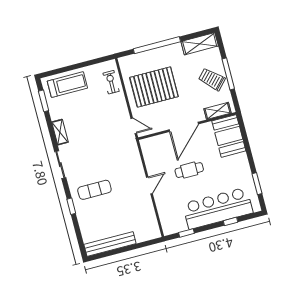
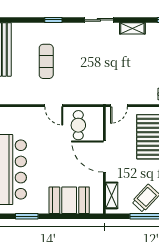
booth: (229, 136) -> (69, 200), moved
cafe table: (189, 170) -> (78, 125), moved
exercise mat: (94, 190) -> (46, 61), moved

